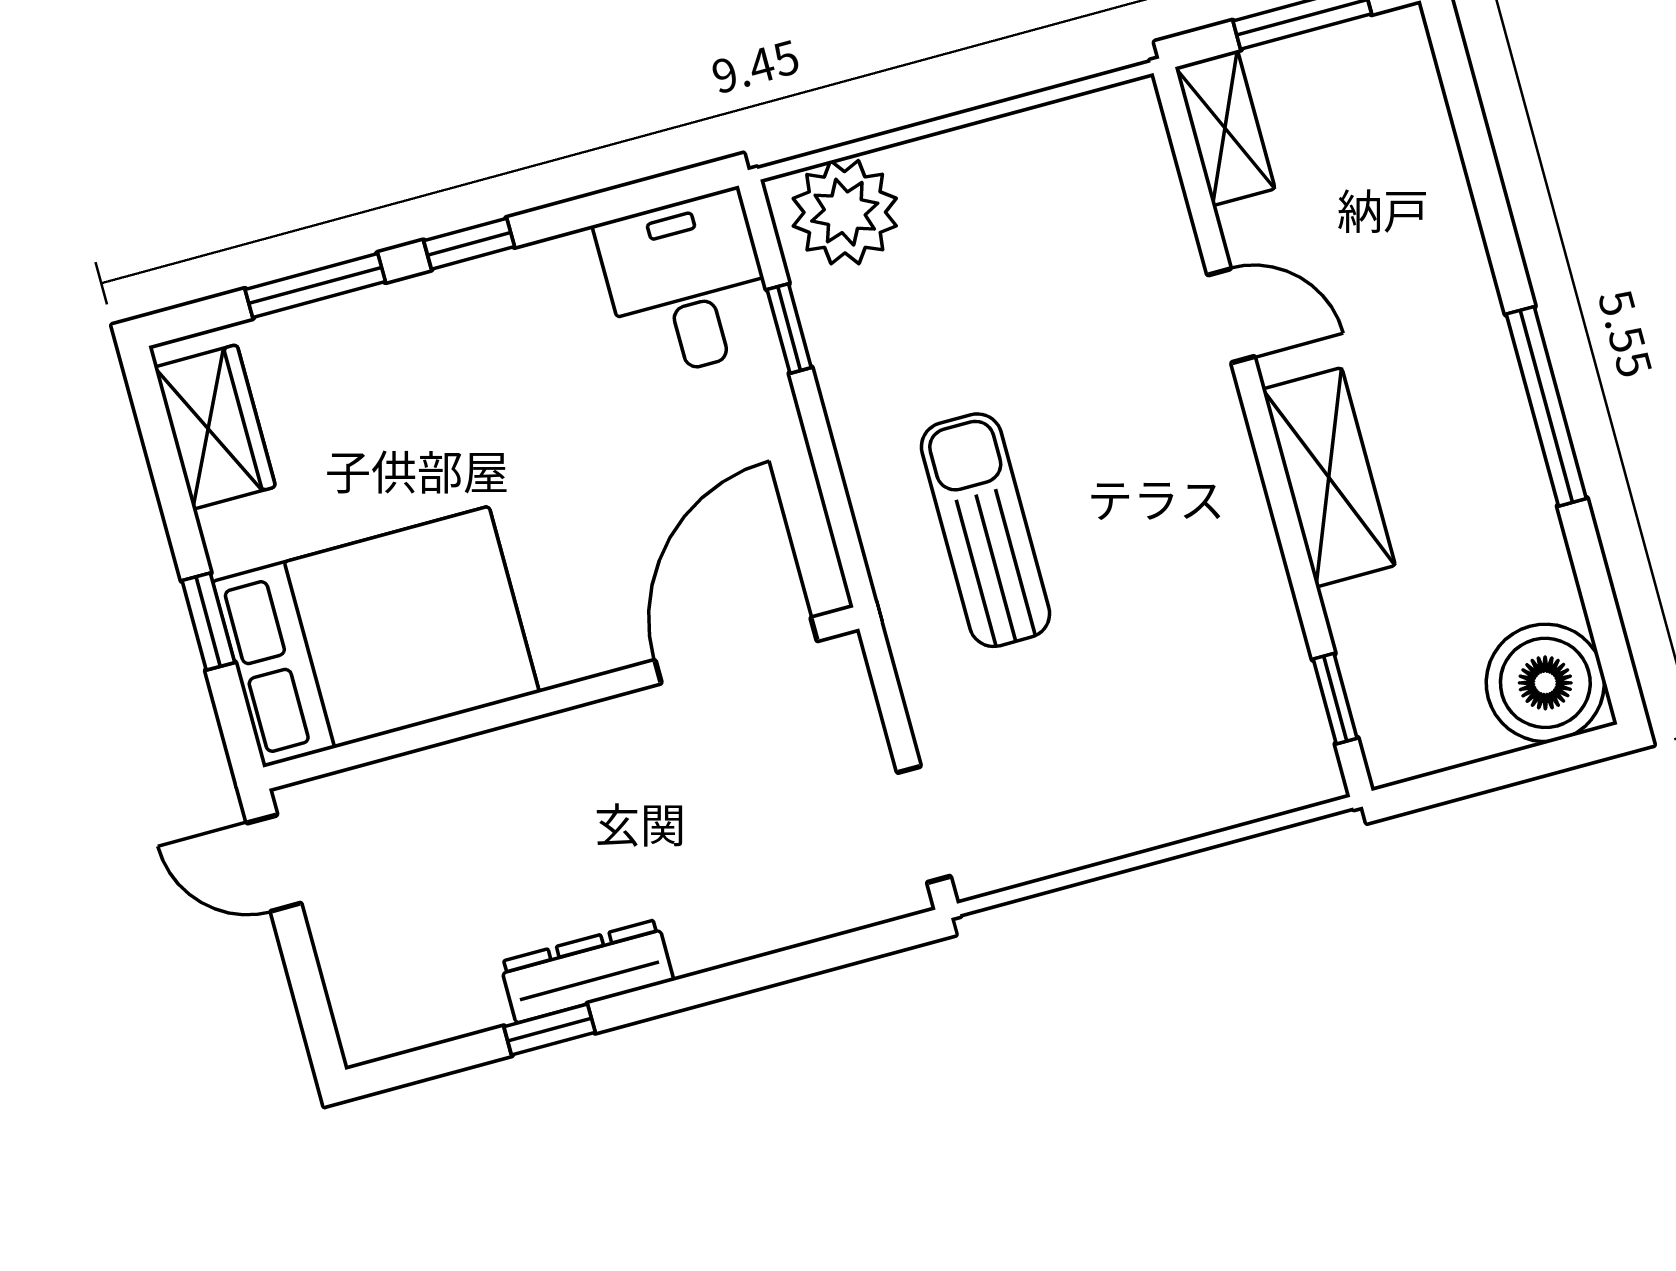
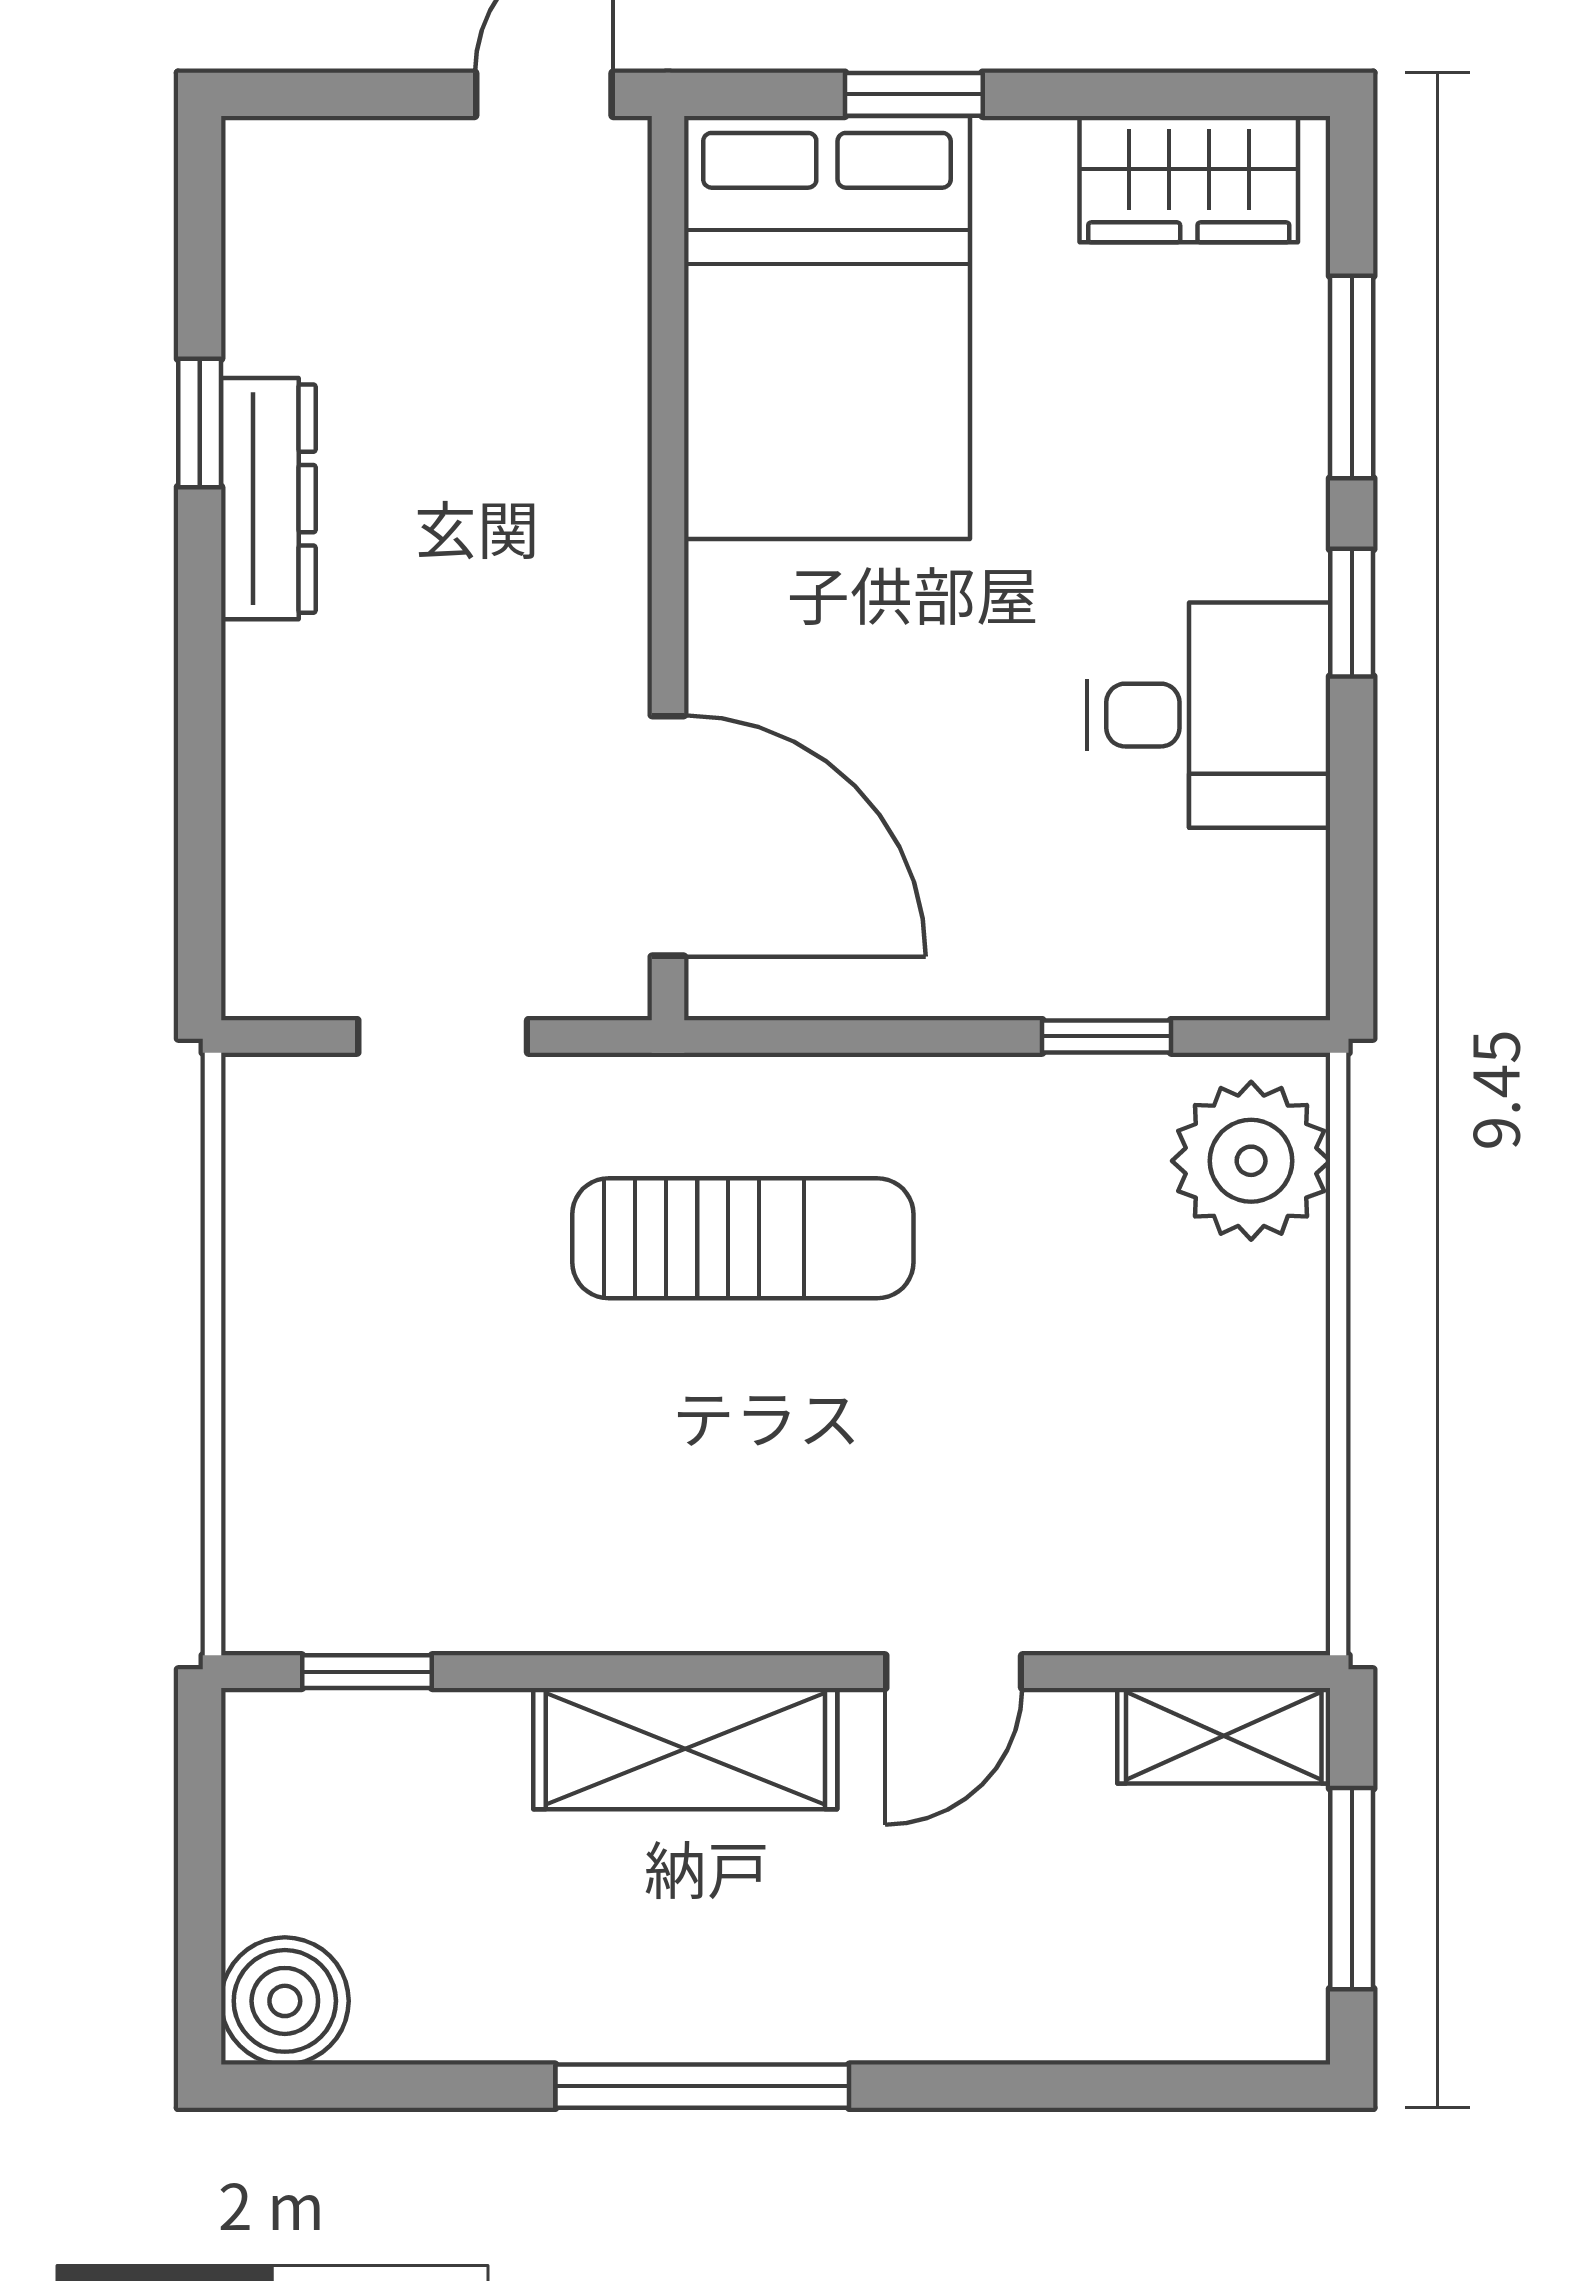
desk: (687, 285) -> (1209, 715), moved
boiler: (1545, 683) -> (285, 2001), width x0.73, depth x0.73
doorway: (924, 824) -> (443, 1036), moved

